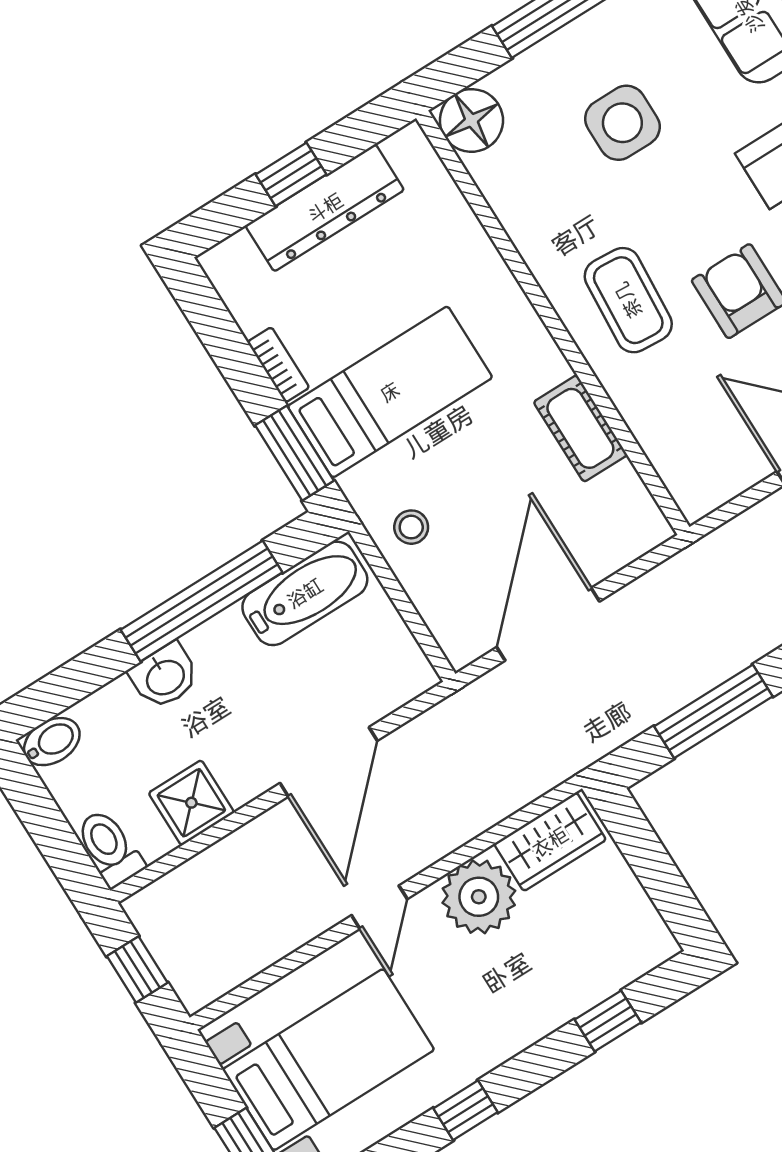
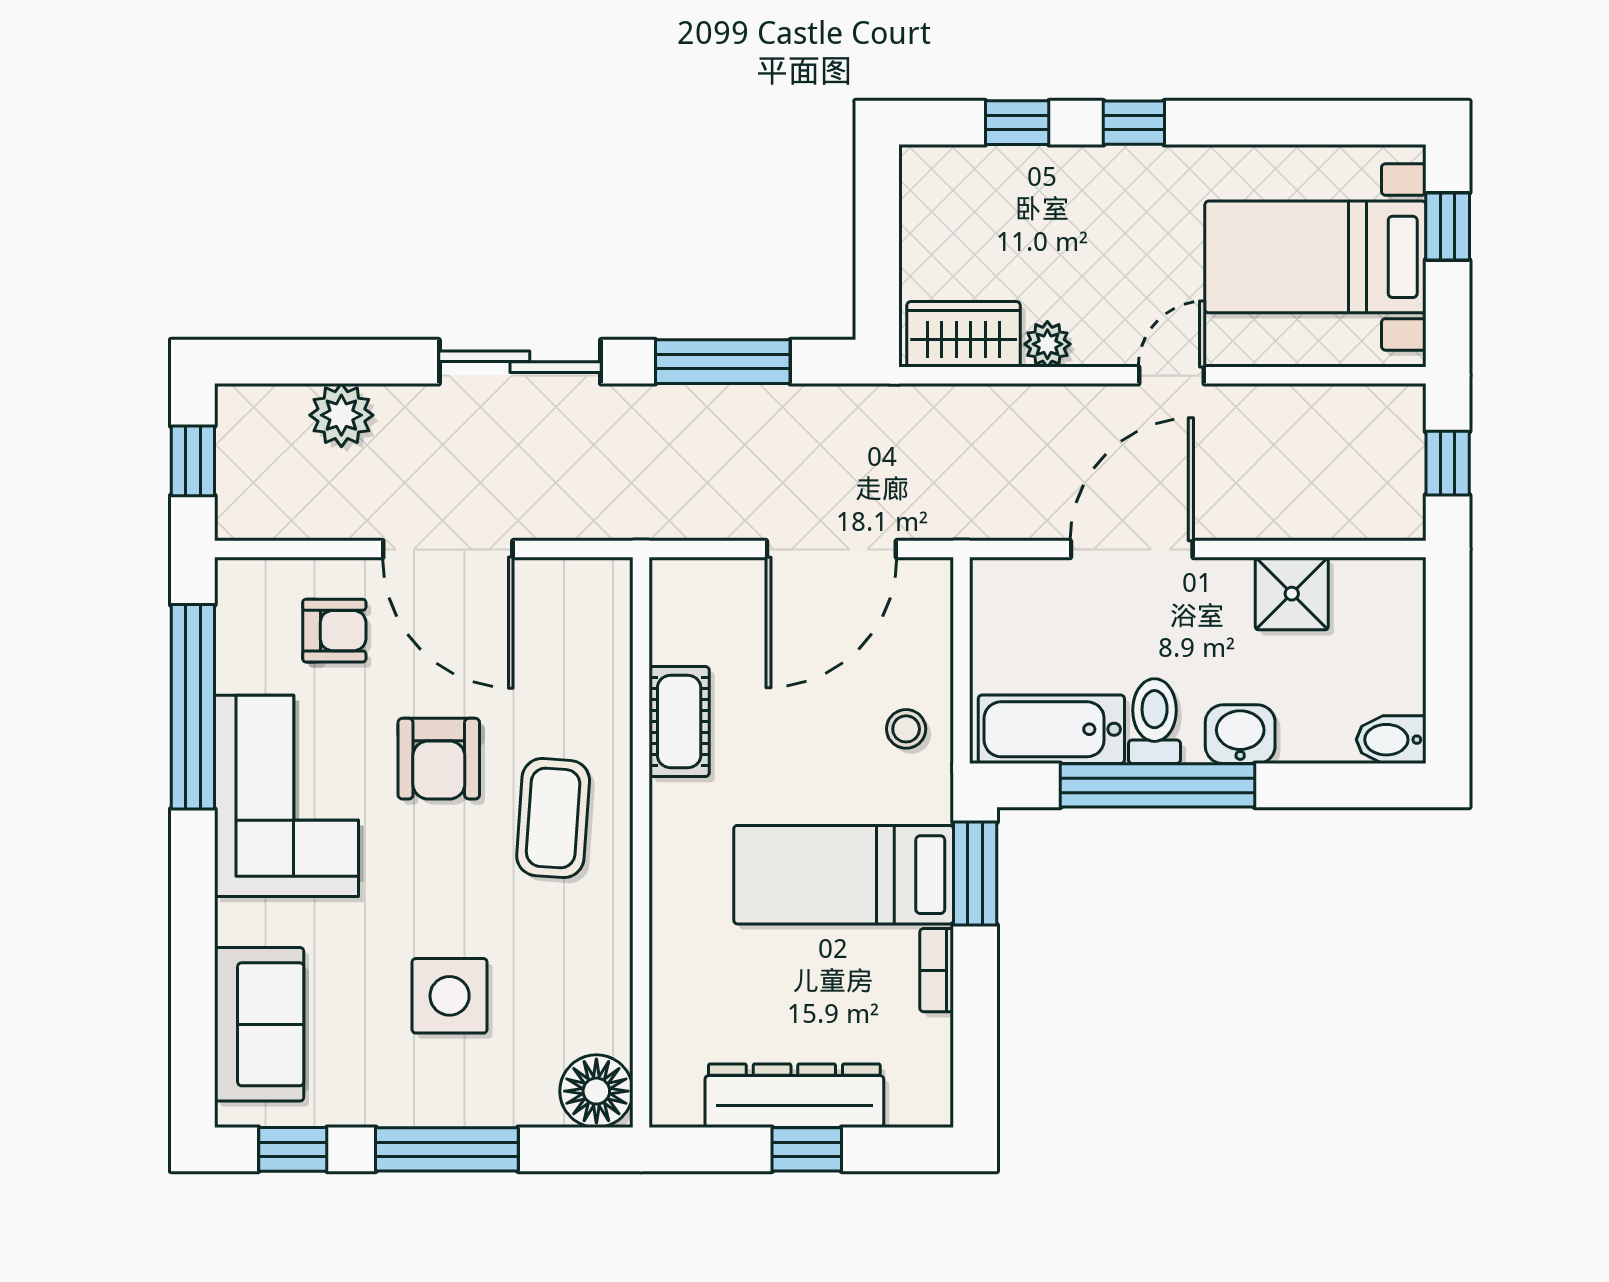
toilet: (109, 848) -> (1155, 721), moved, turned 180
plant: (479, 897) -> (1047, 344), width x0.53, depth x0.53
window: (466, 1110) -> (1134, 123), moved

